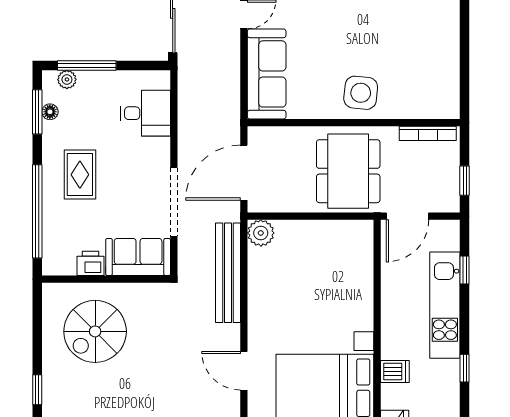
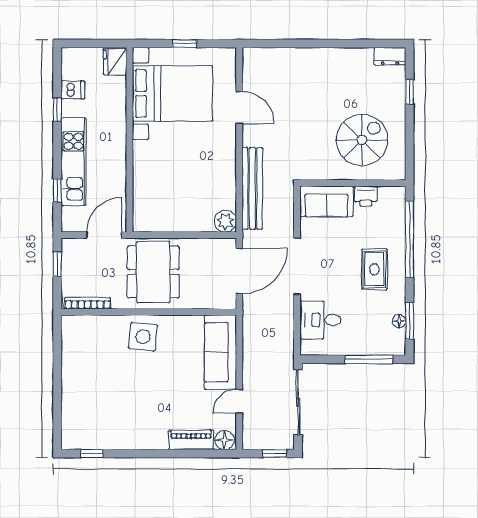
plant: (67, 79) -> (385, 348), removed
doorway: (174, 202) -> (297, 266), moved
dishwasher: (395, 372) -> (73, 90), moved, turned 180

